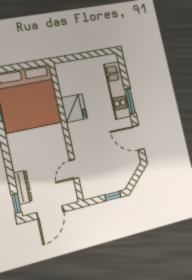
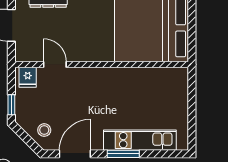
fridge: (74, 108) -> (28, 77), moved, width x0.53, depth x0.75
stool: (126, 165) -> (44, 130), added

